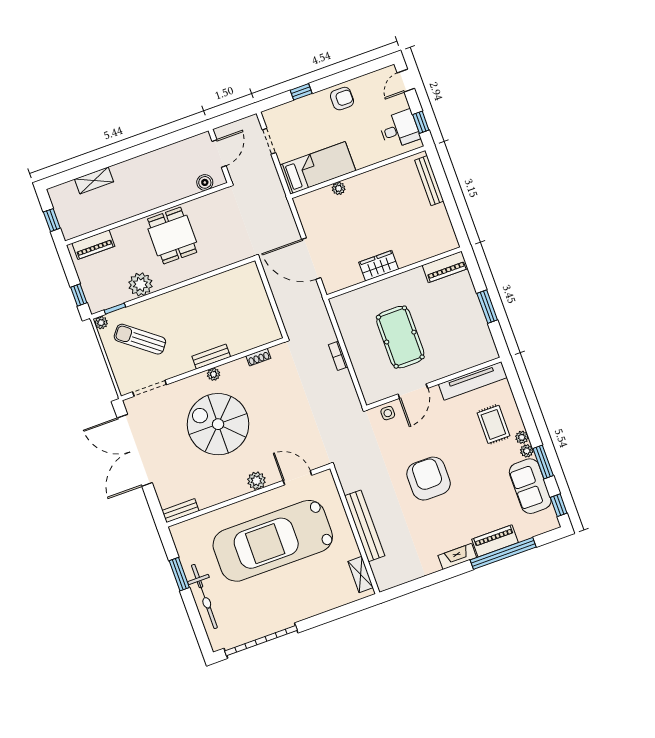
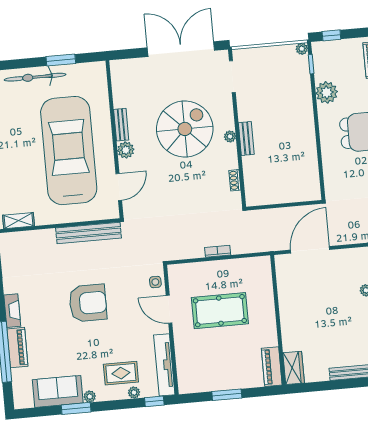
wardrobe: (379, 266) -> (294, 368), moved
sun lounger: (140, 339) -> (278, 79), removed
plant: (522, 437) -> (134, 393), moved
window: (559, 505) -> (154, 401), moved
bench: (180, 511) -> (121, 125), moved
bench: (365, 526) -> (89, 233), moved

